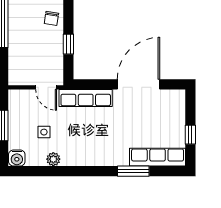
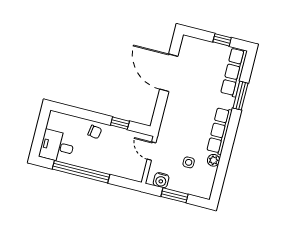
door: (46, 87) -> (152, 151), swing flipped
row of seats: (86, 98) -> (220, 131), moved, turned 180
water cooler: (17, 158) -> (161, 180), moved, turned 90

